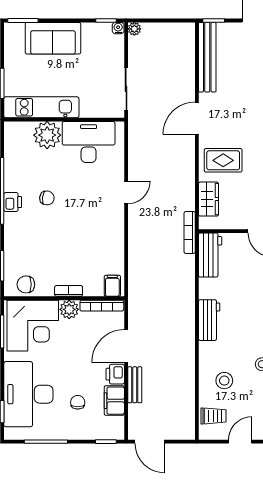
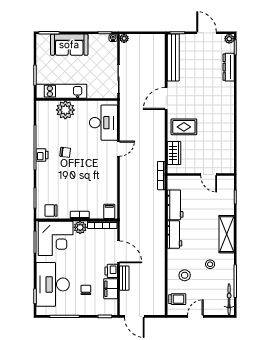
desk: (89, 142) -> (103, 123), moved, turned 90
workbench: (210, 255) -> (175, 205), moved
door: (126, 346) -> (118, 252), swing flipped

